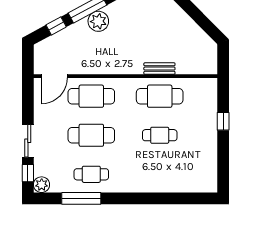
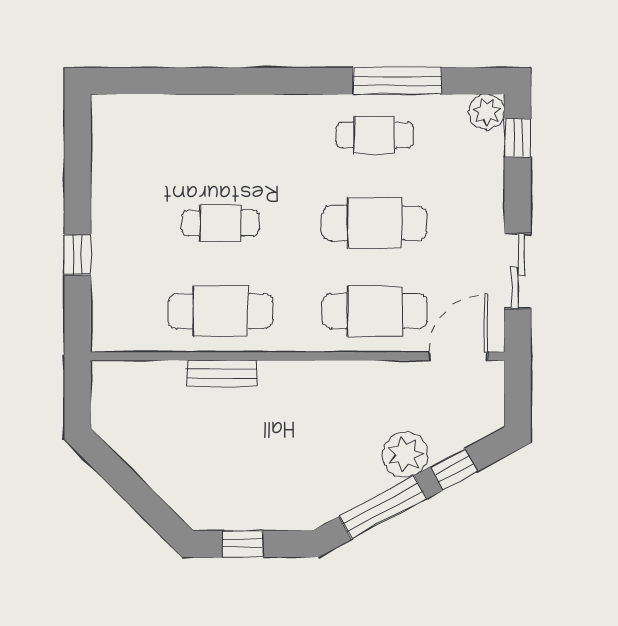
plant: (98, 21) -> (405, 455), moved
sliding door: (28, 141) -> (518, 271), moved

